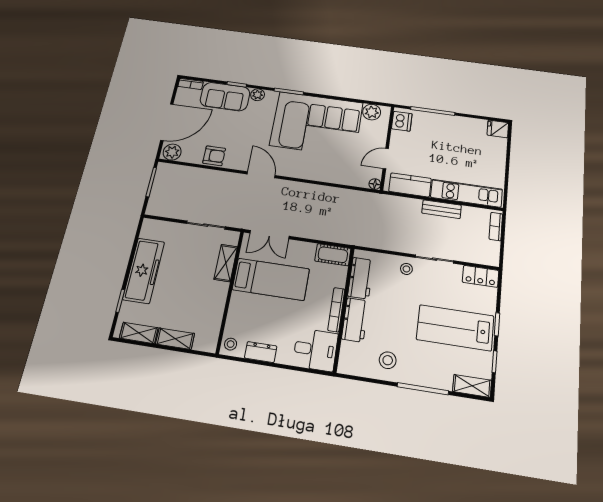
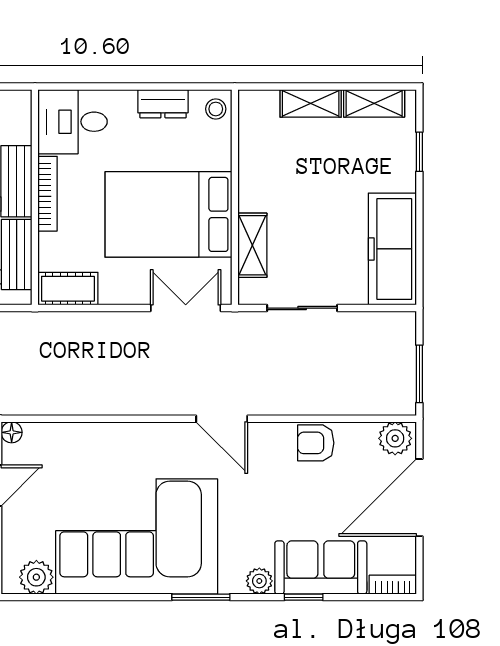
freezer: (144, 271) -> (392, 249), moved
bed: (271, 279) -> (168, 214), width x1.50

